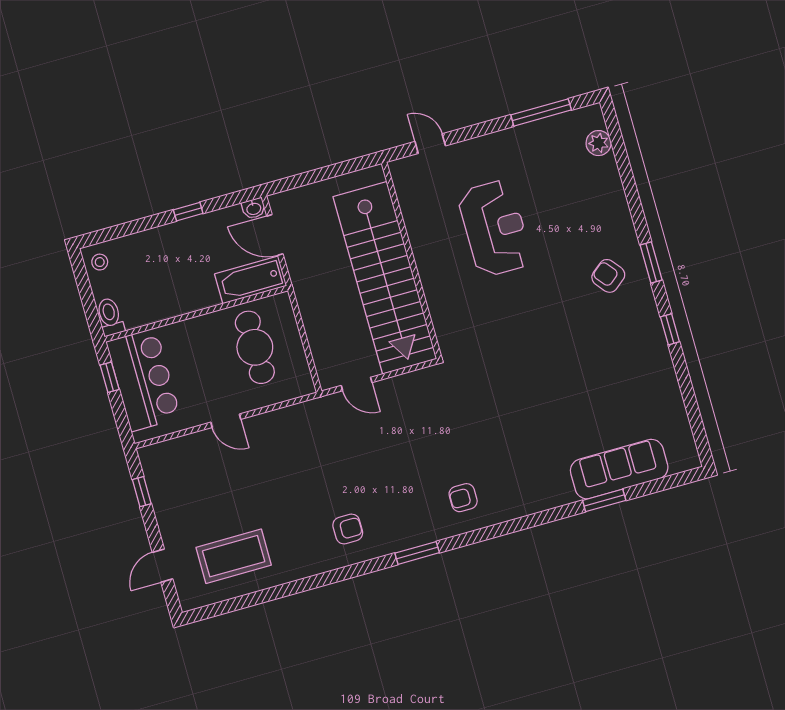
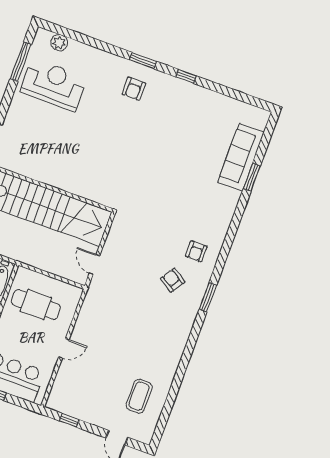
reception desk: (495, 228) -> (54, 85), moved
armchair: (608, 276) -> (134, 89), turned -51
door: (357, 384) -> (95, 264), swing flipped
armchair: (348, 529) -> (173, 280), moved, turned -57
coffee table: (234, 556) -> (139, 396), width x0.73, depth x0.76

